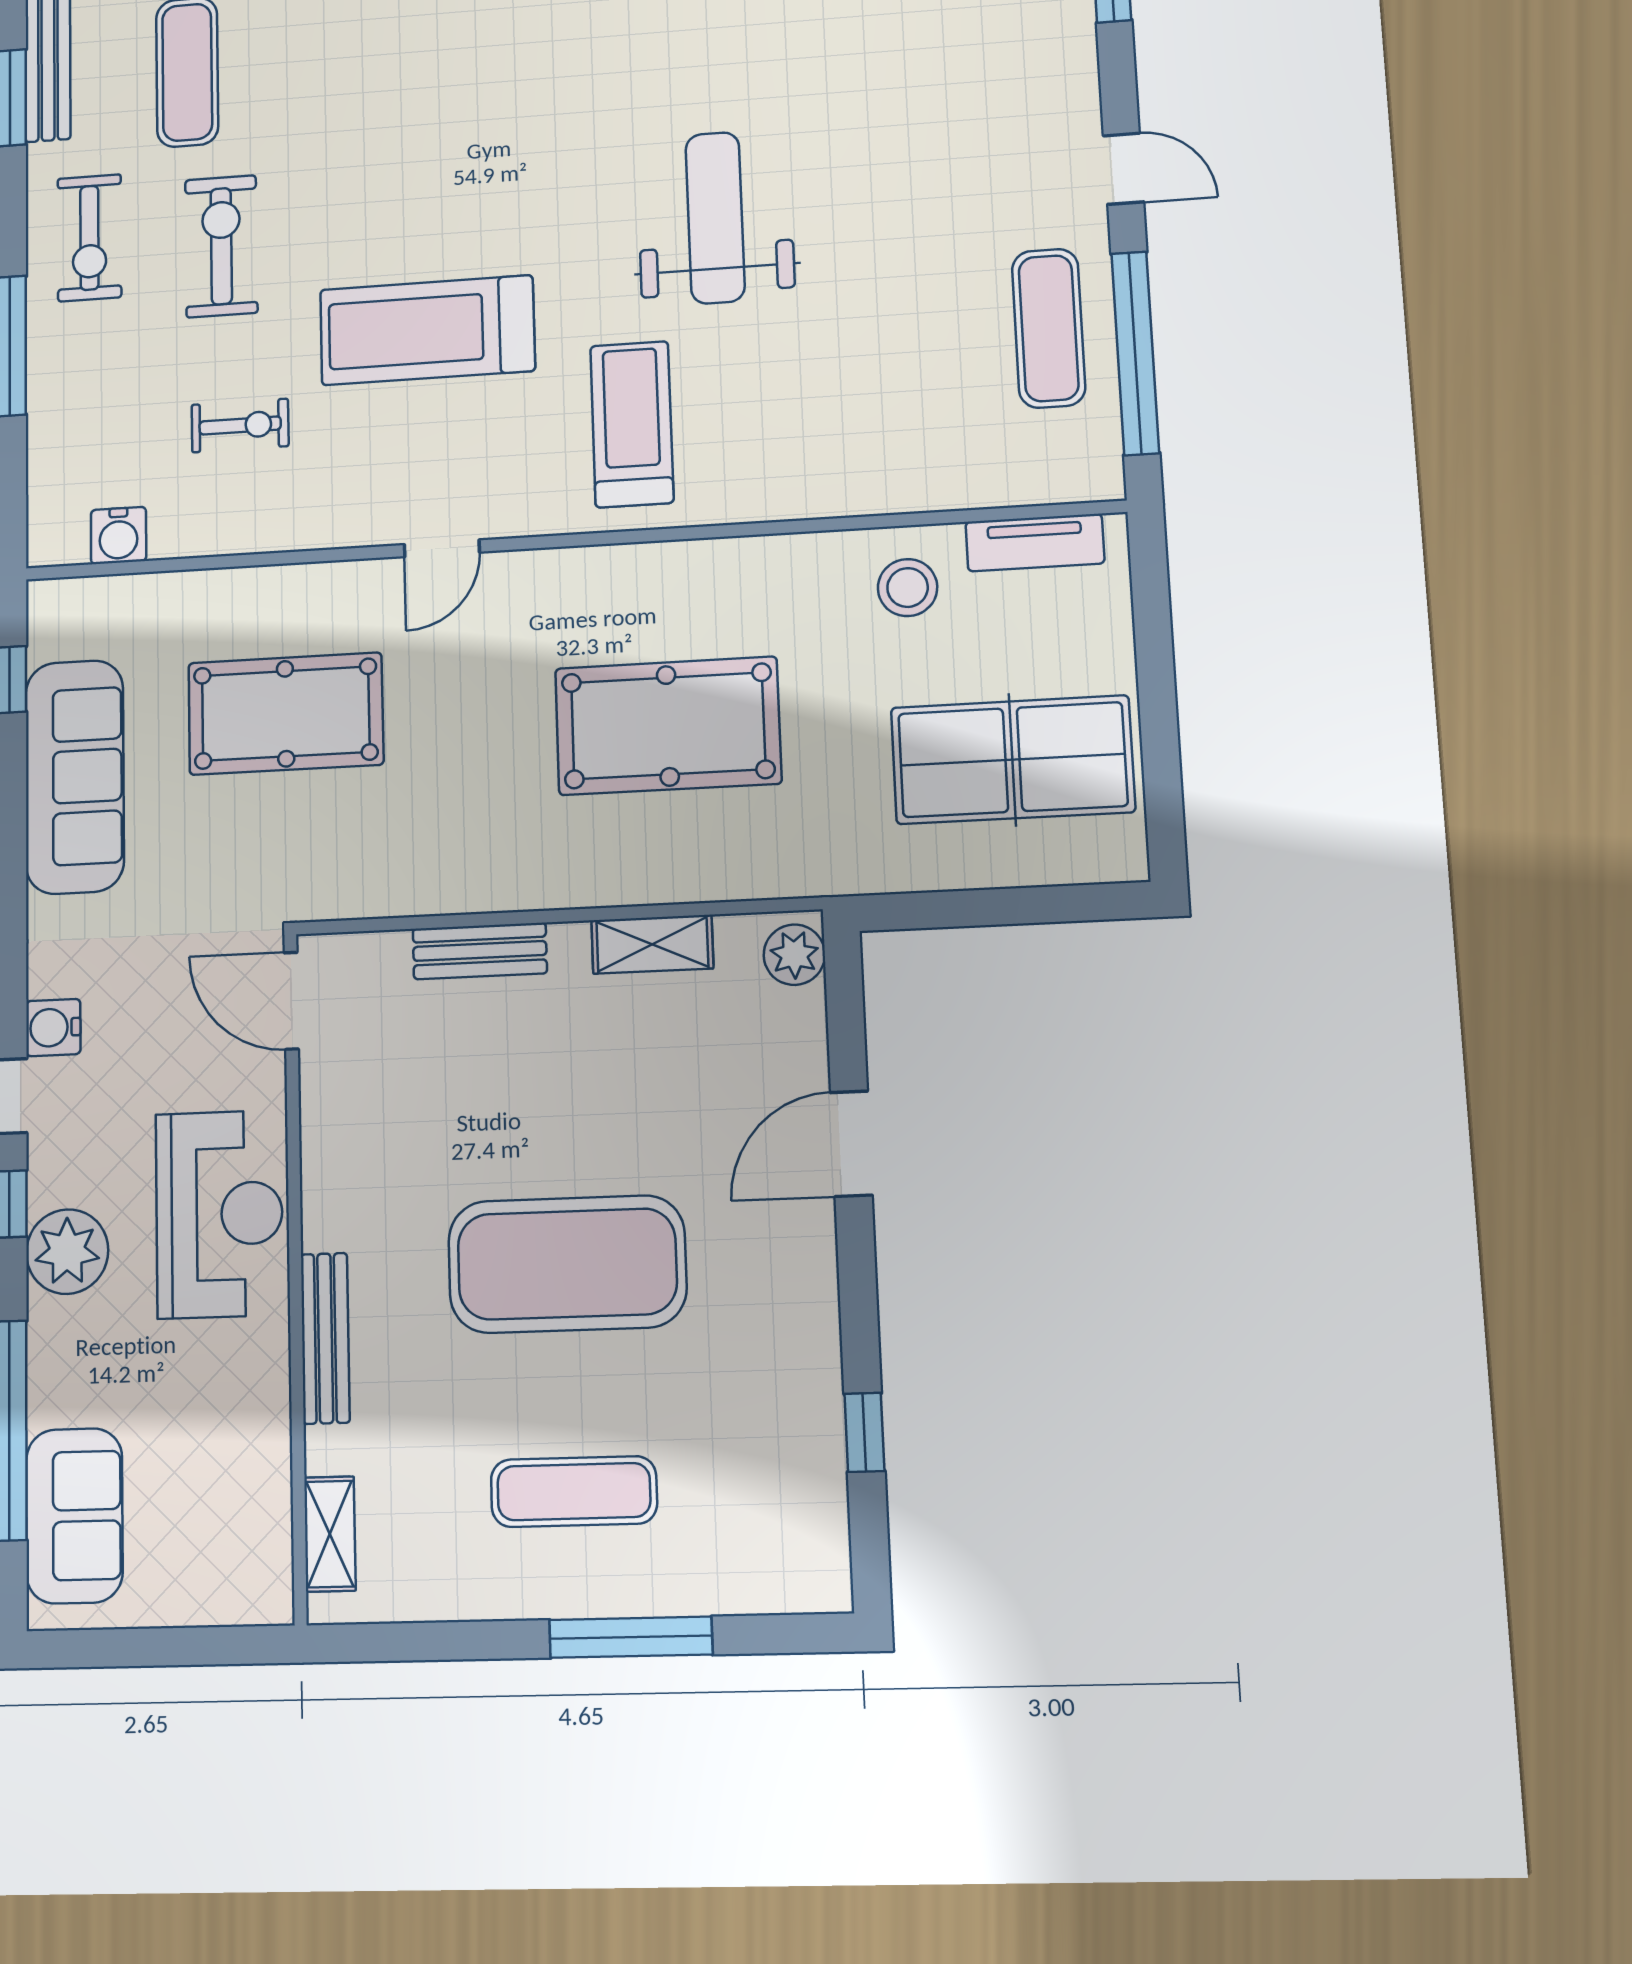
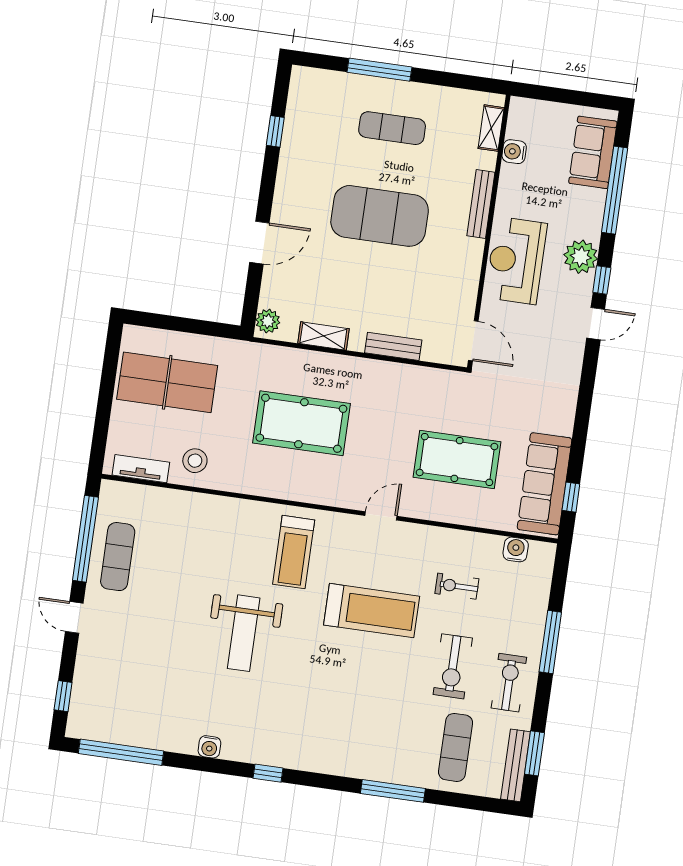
sofa: (75, 777) -> (545, 484), moved
water cooler: (53, 1028) -> (514, 152), moved, turned 180

